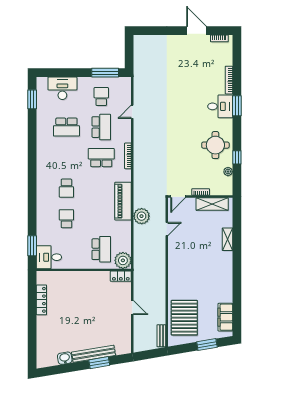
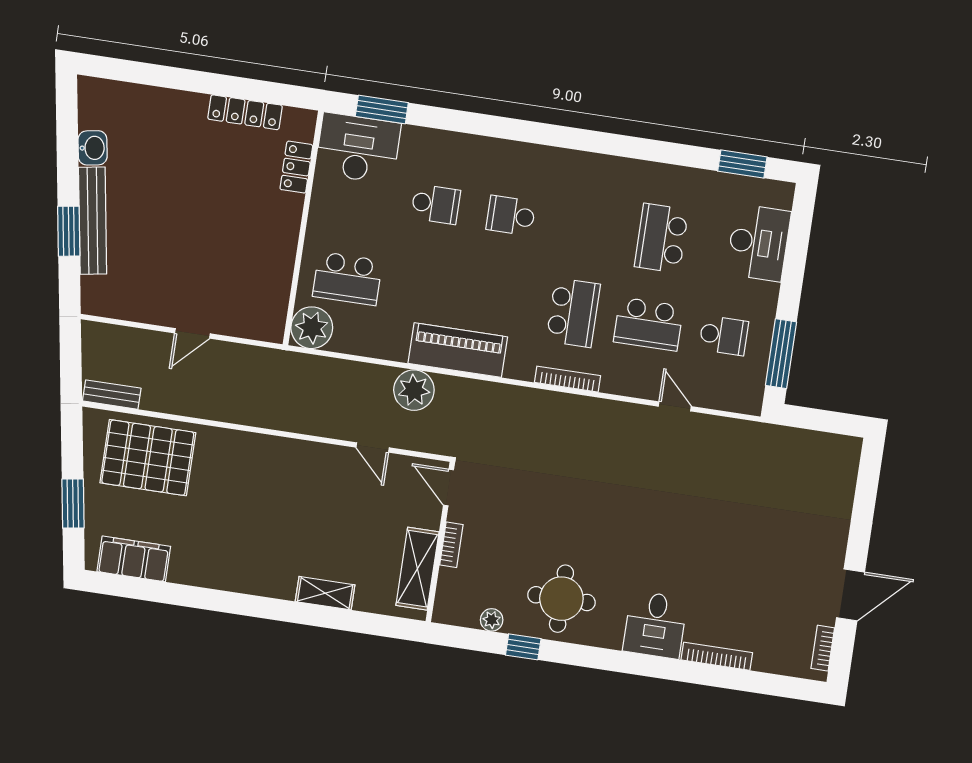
window: (237, 106) -> (651, 666), removed
desk: (49, 257) -> (358, 148), width x1.37
locker: (121, 276) -> (296, 167), moved

